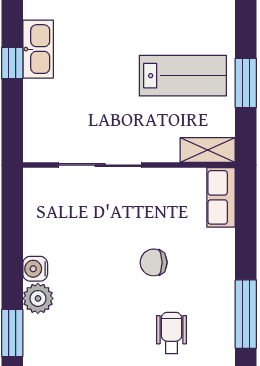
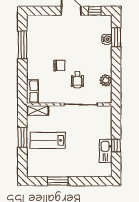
water cooler: (35, 269) -> (107, 39), moved
plant: (38, 298) -> (106, 80), moved
wheelchair: (172, 333) -> (77, 80), moved

